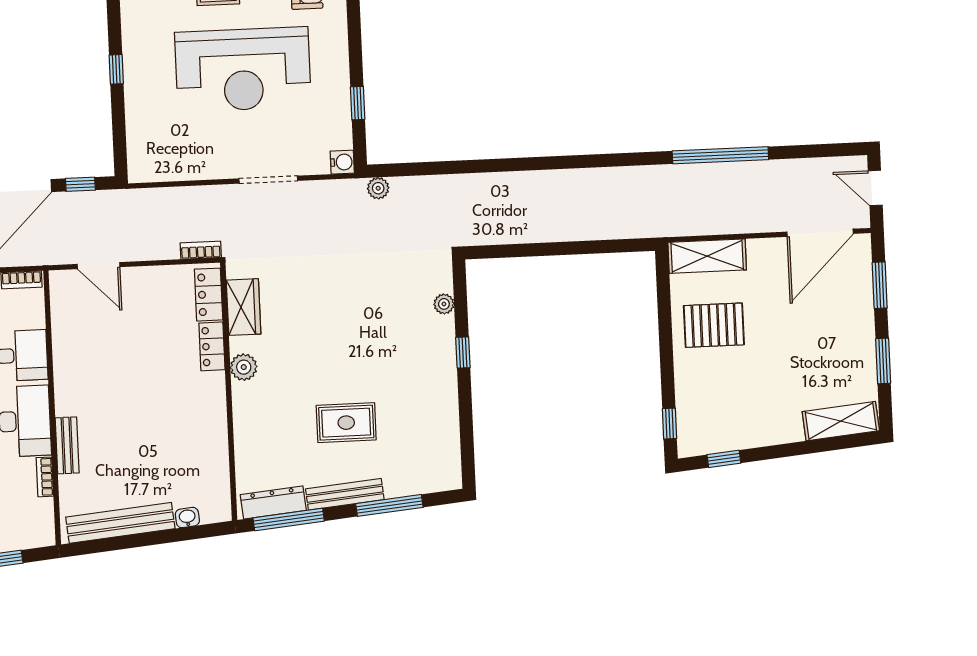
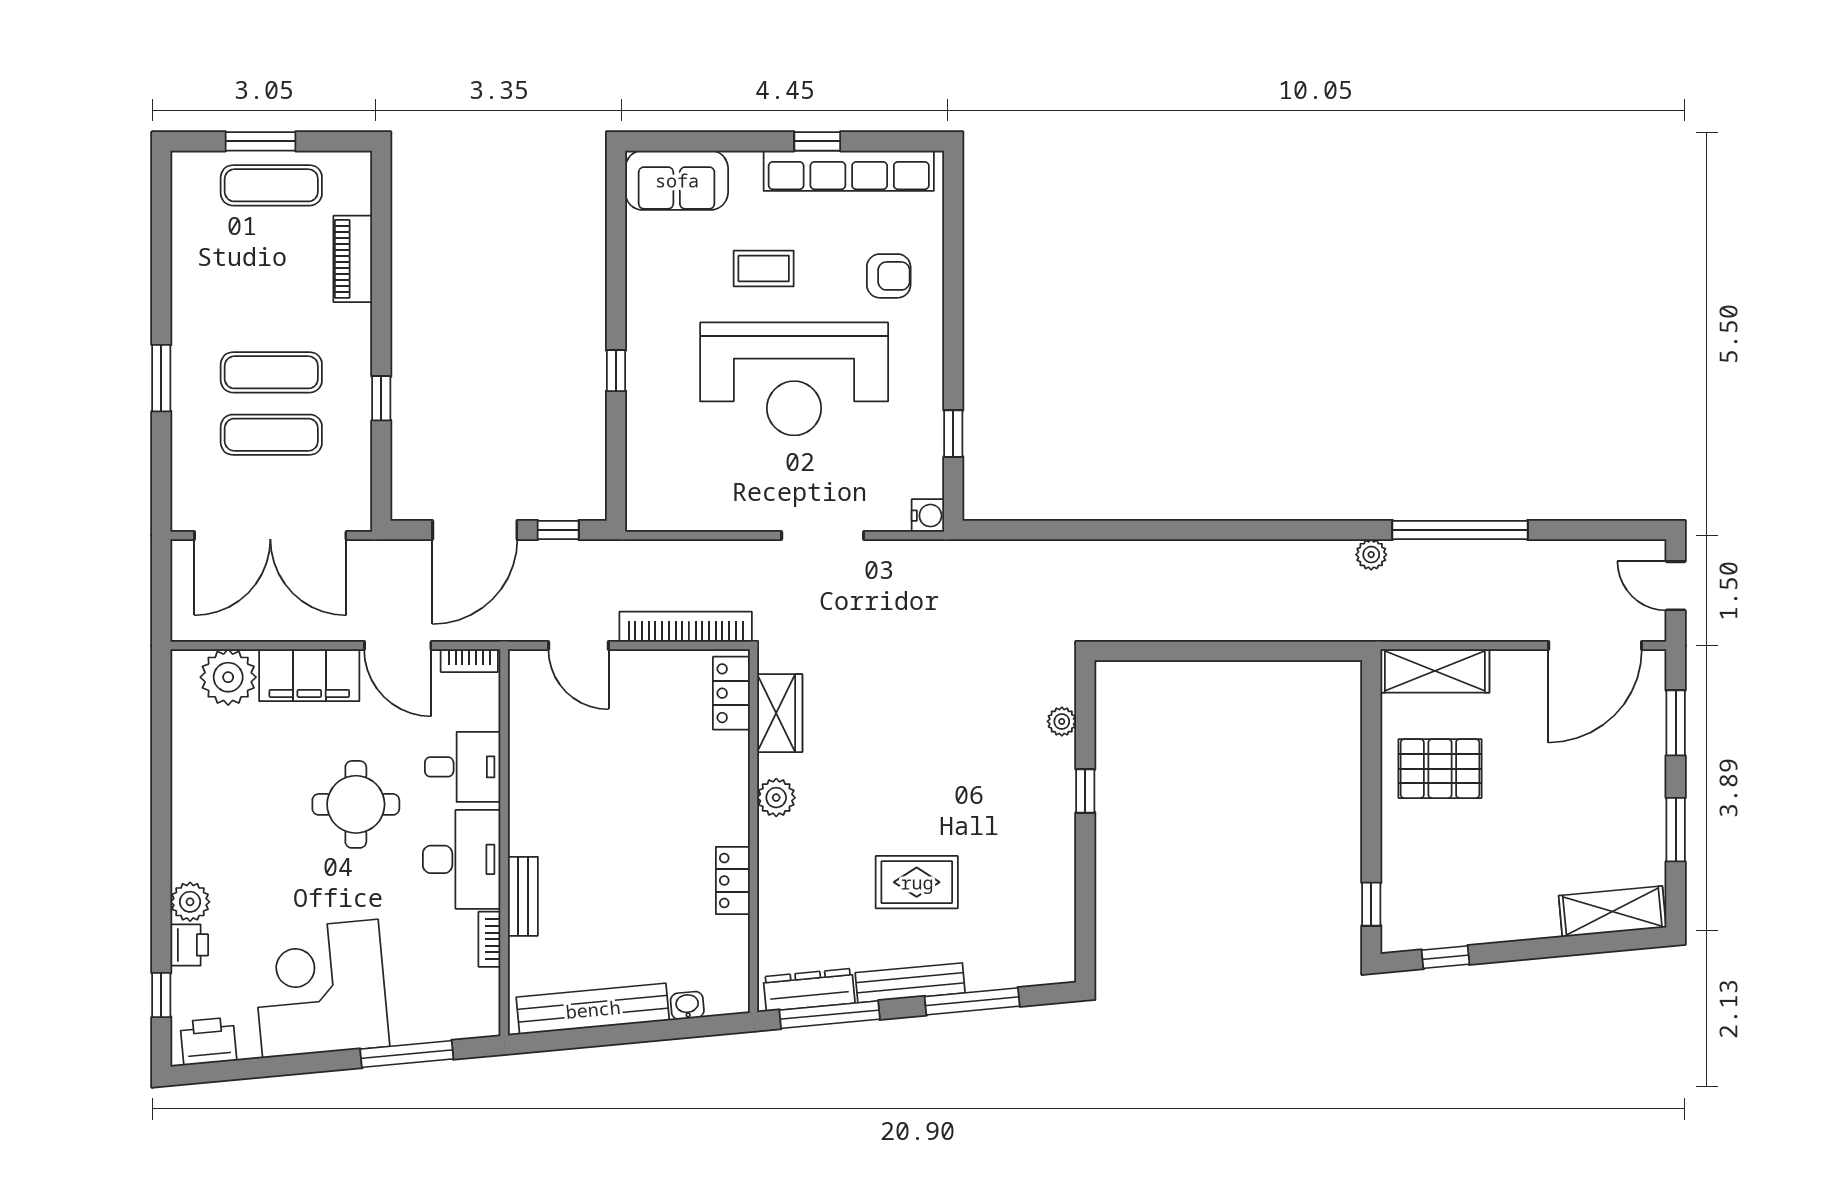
plant: (378, 188) -> (1371, 555), moved
bookcase: (201, 250) -> (686, 627), width x2.31, depth x1.31
locker: (212, 346) -> (733, 880), moved

